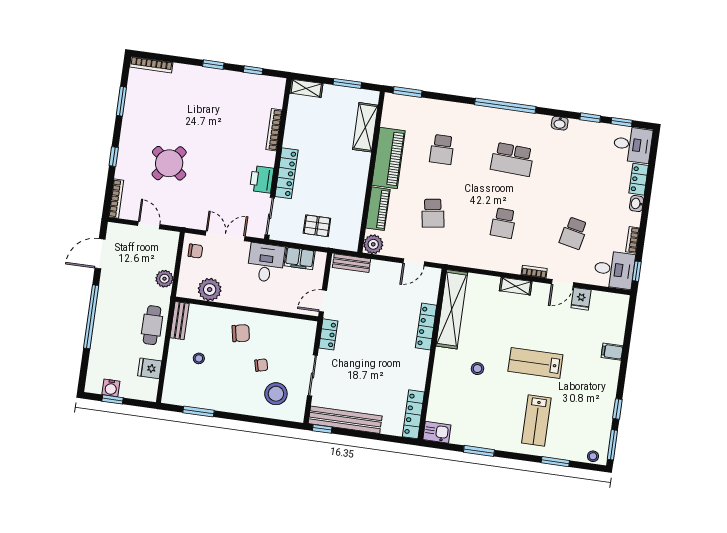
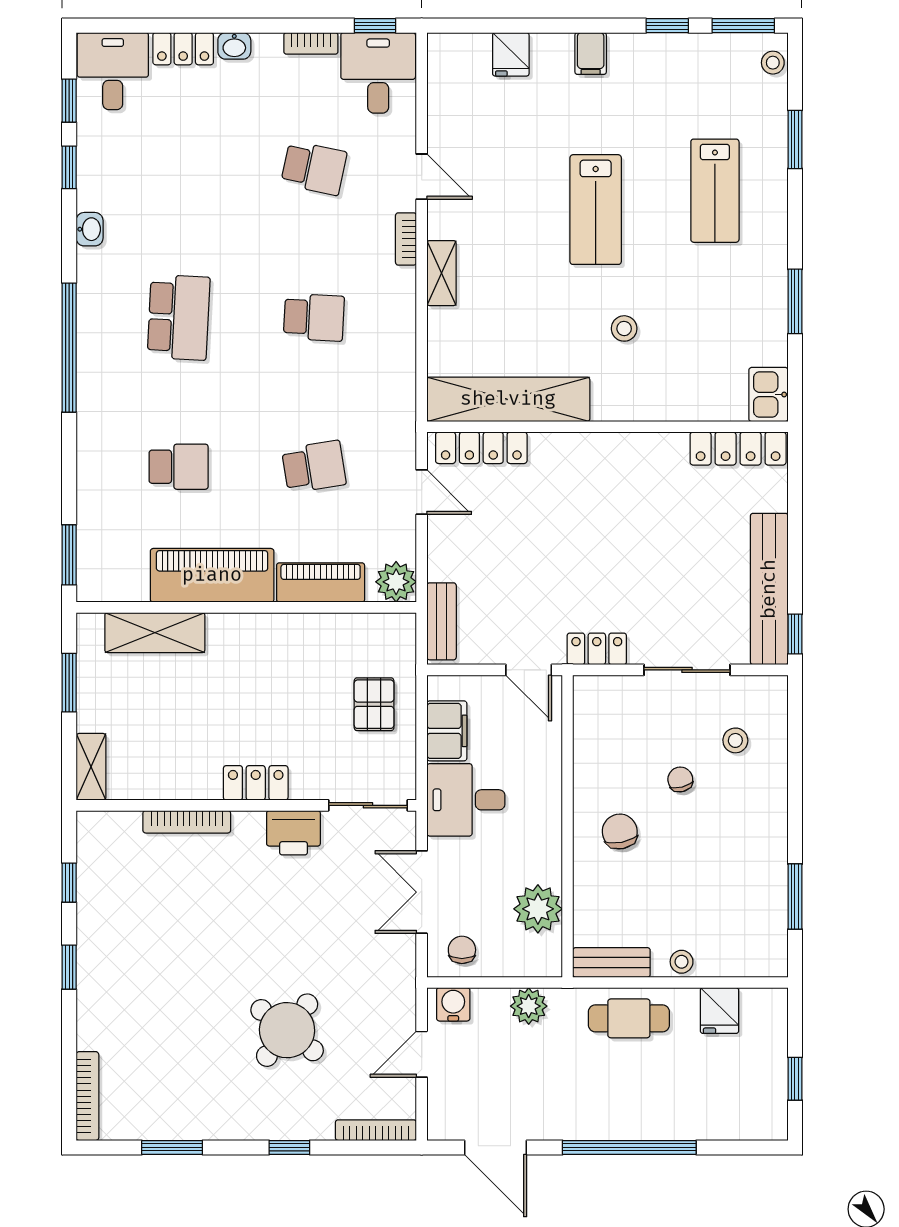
locker: (287, 173) -> (256, 783), width x0.66
fridge: (581, 299) -> (511, 54), moved, turned 90
locker: (426, 327) -> (481, 448), moved
filing cabinet: (612, 352) -> (591, 53), moved
stool: (199, 358) -> (682, 962), moved
water cooler: (111, 388) -> (453, 1004), moved, turned -90
stool: (276, 394) -> (735, 740), width x0.53, depth x0.53
lab bench: (536, 420) -> (715, 191), turned 90

